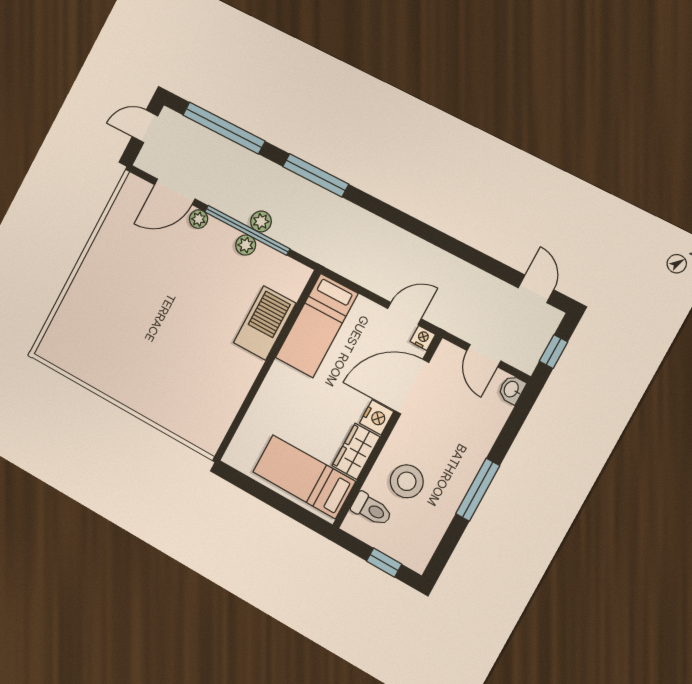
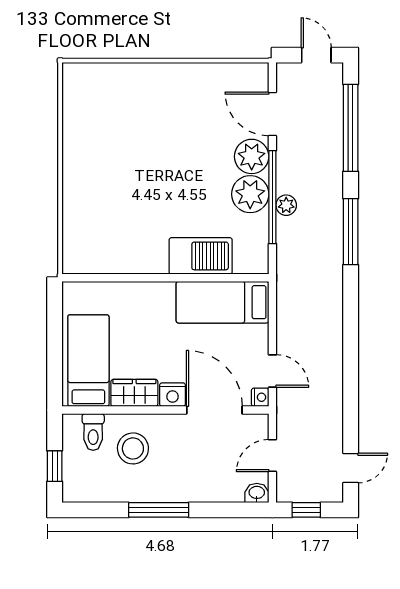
plant: (199, 219) -> (252, 156), width x1.88, depth x1.88
plant: (246, 245) -> (250, 194), width x1.88, depth x1.88

